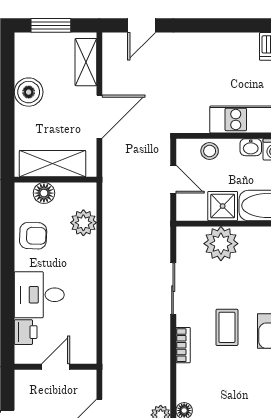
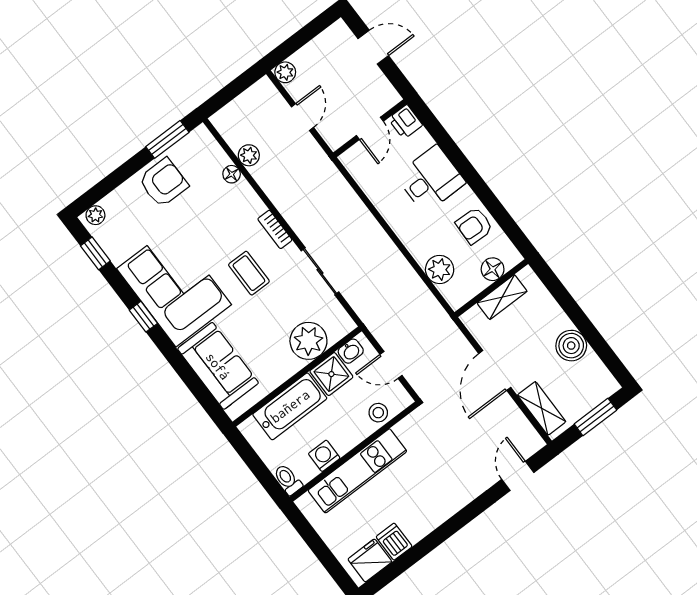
washbasin: (251, 147) -> (351, 351), moved, turned 180
shelving: (53, 164) -> (502, 297), width x0.67, depth x0.75
printer: (26, 332) -> (405, 122), moved

